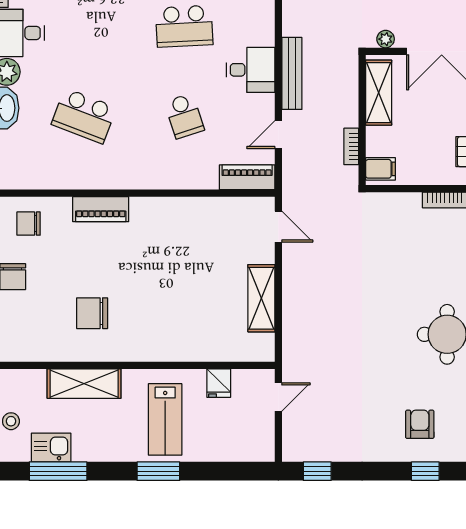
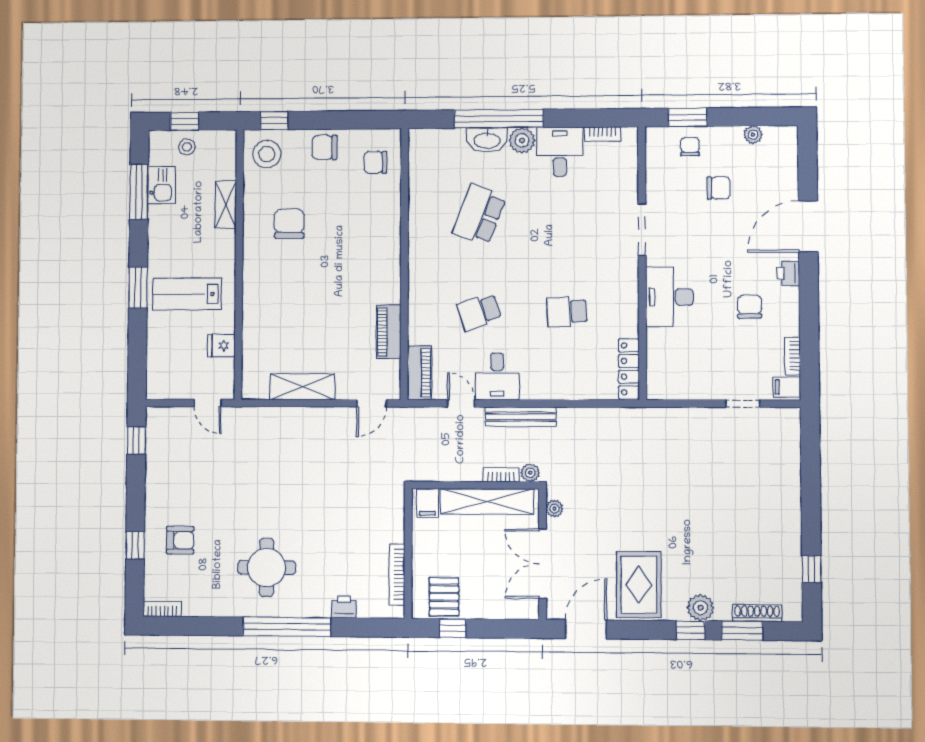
school desk: (184, 26) -> (567, 312), width x0.54
plant: (349, 64) -> (530, 473), added
desk: (251, 70) -> (497, 376), moved
shelving: (379, 93) -> (487, 501), width x1.47
bookcase: (351, 146) -> (501, 475), moved
piano: (101, 209) -> (389, 332), moved
chair: (29, 224) -> (376, 162), turned -90
stool: (19, 337) -> (267, 154), added
shelving: (84, 384) -> (226, 205), width x0.67, depth x0.75

